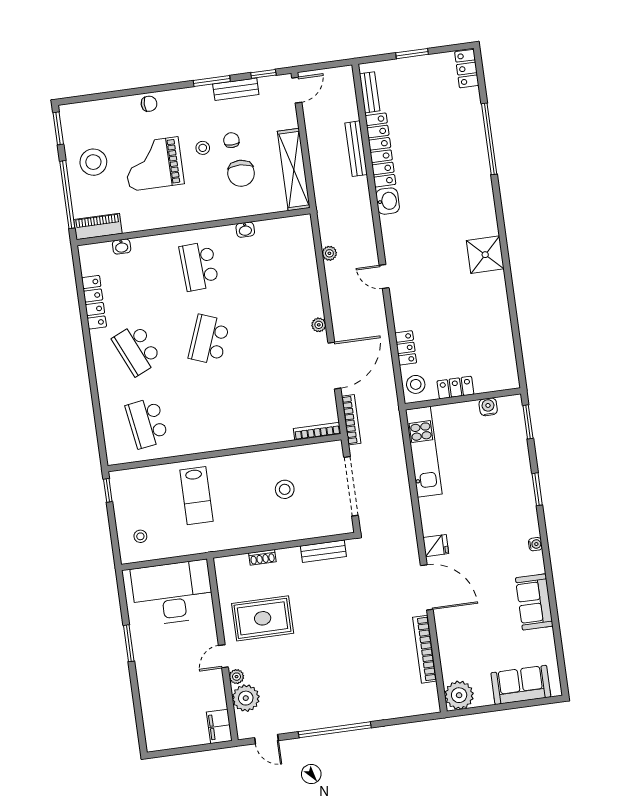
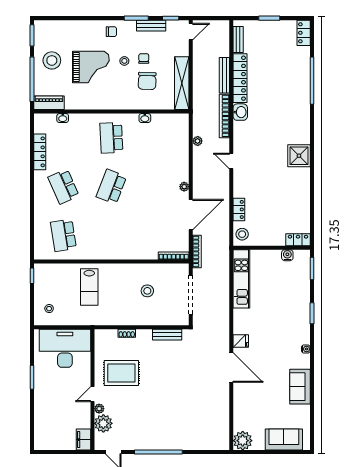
chair: (149, 104) -> (111, 32), moved
grand piano: (154, 164) -> (91, 67), turned 180
locker: (455, 388) -> (298, 240), moved
bookcase: (425, 649) -> (224, 116), moved

